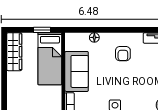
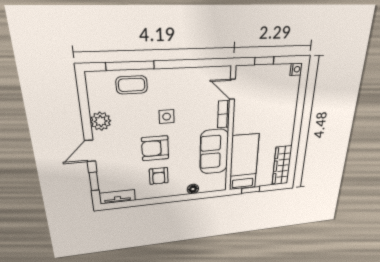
armchair: (123, 54) -> (159, 176), turned 180
armchair: (125, 79) -> (155, 148), added

